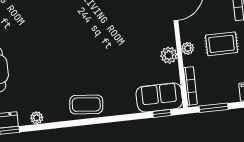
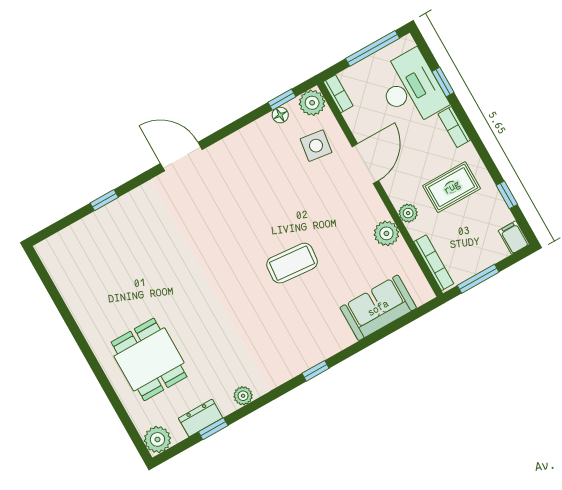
sofa: (159, 97) -> (378, 308), moved
coffee table: (86, 105) -> (292, 263), moved
window: (162, 113) -> (315, 371), moved

